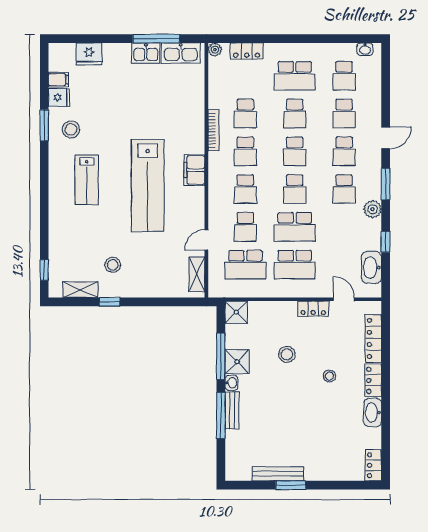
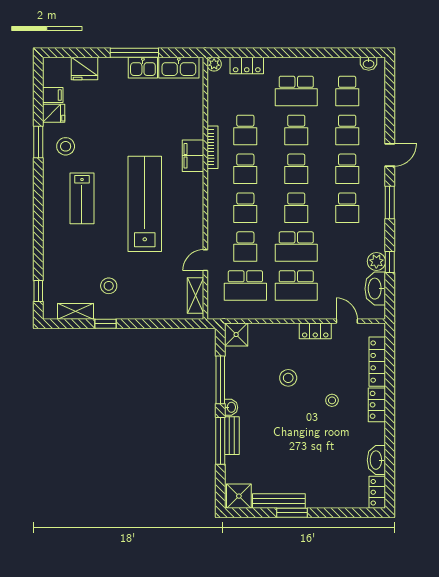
window: (156, 39) -> (134, 53), moved
filing cabinet: (194, 170) -> (193, 156), moved
lab bench: (148, 185) -> (145, 204), turned 180
plant: (373, 209) -> (376, 261), moved
shower: (237, 362) -> (239, 496), moved
washbasin: (373, 413) -> (376, 460), moved

